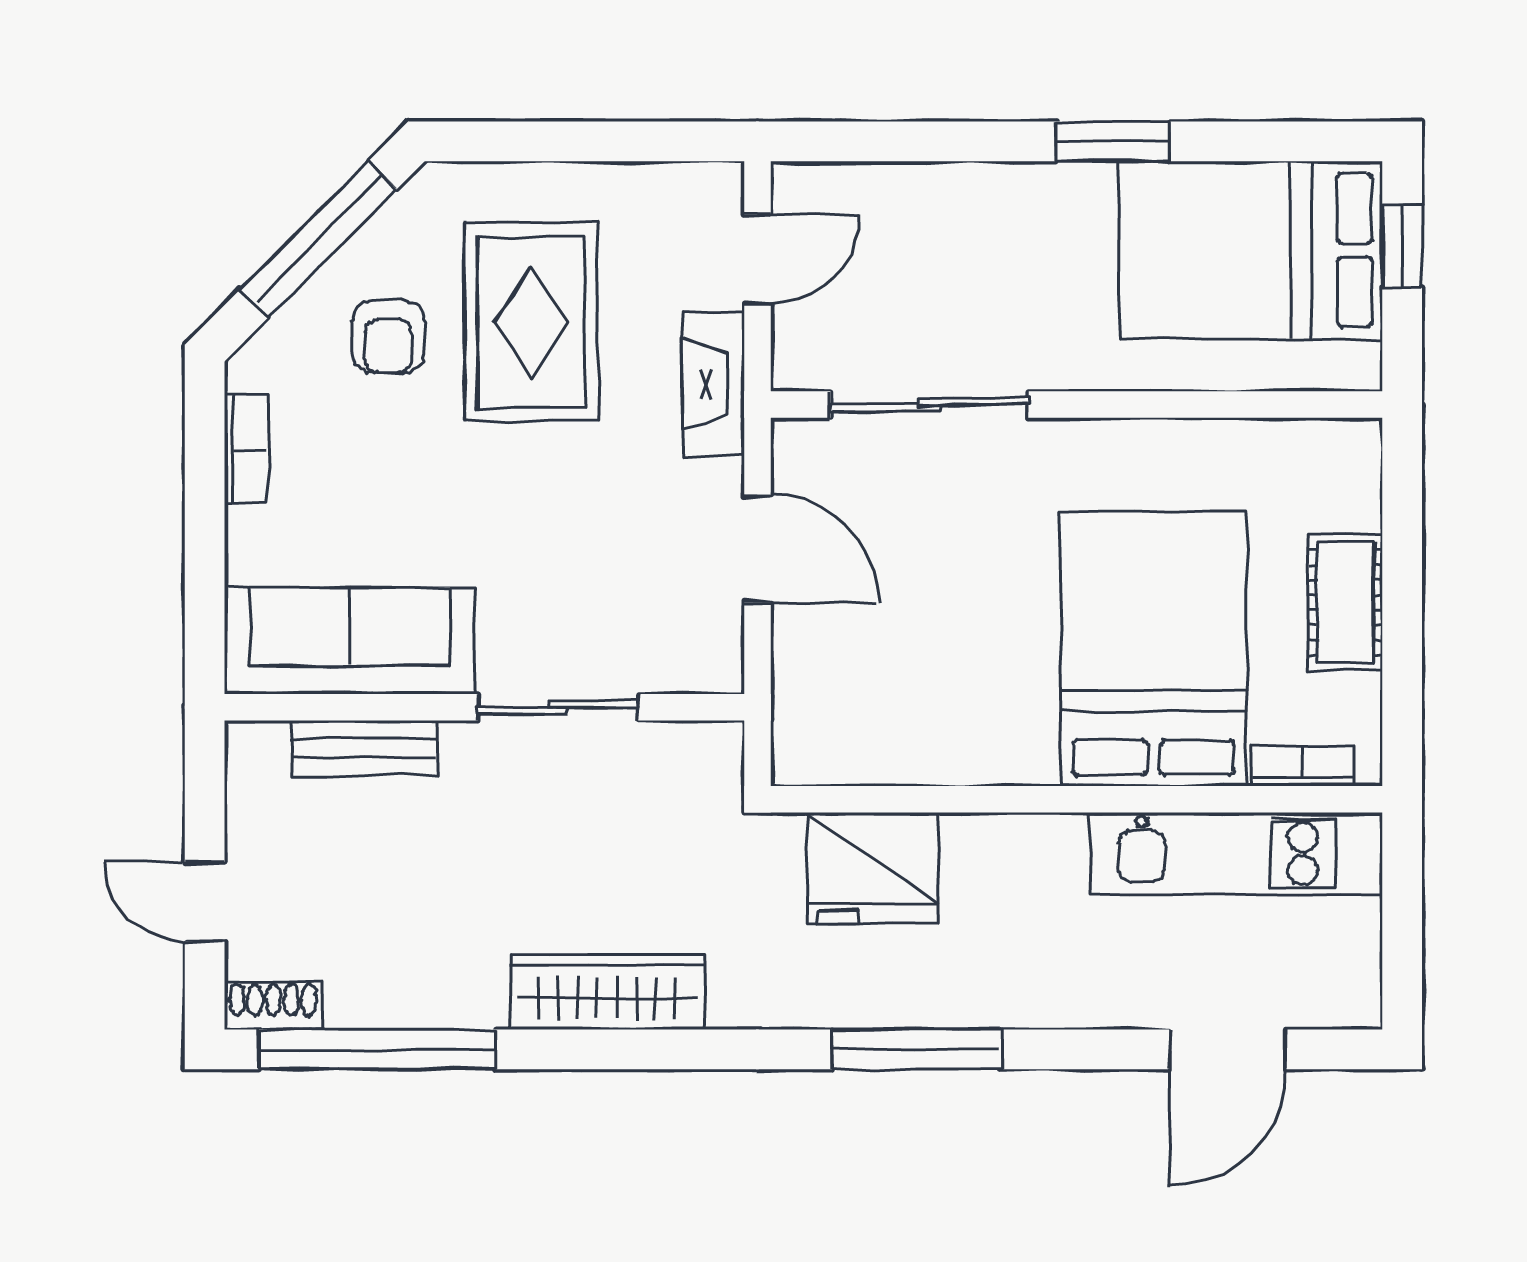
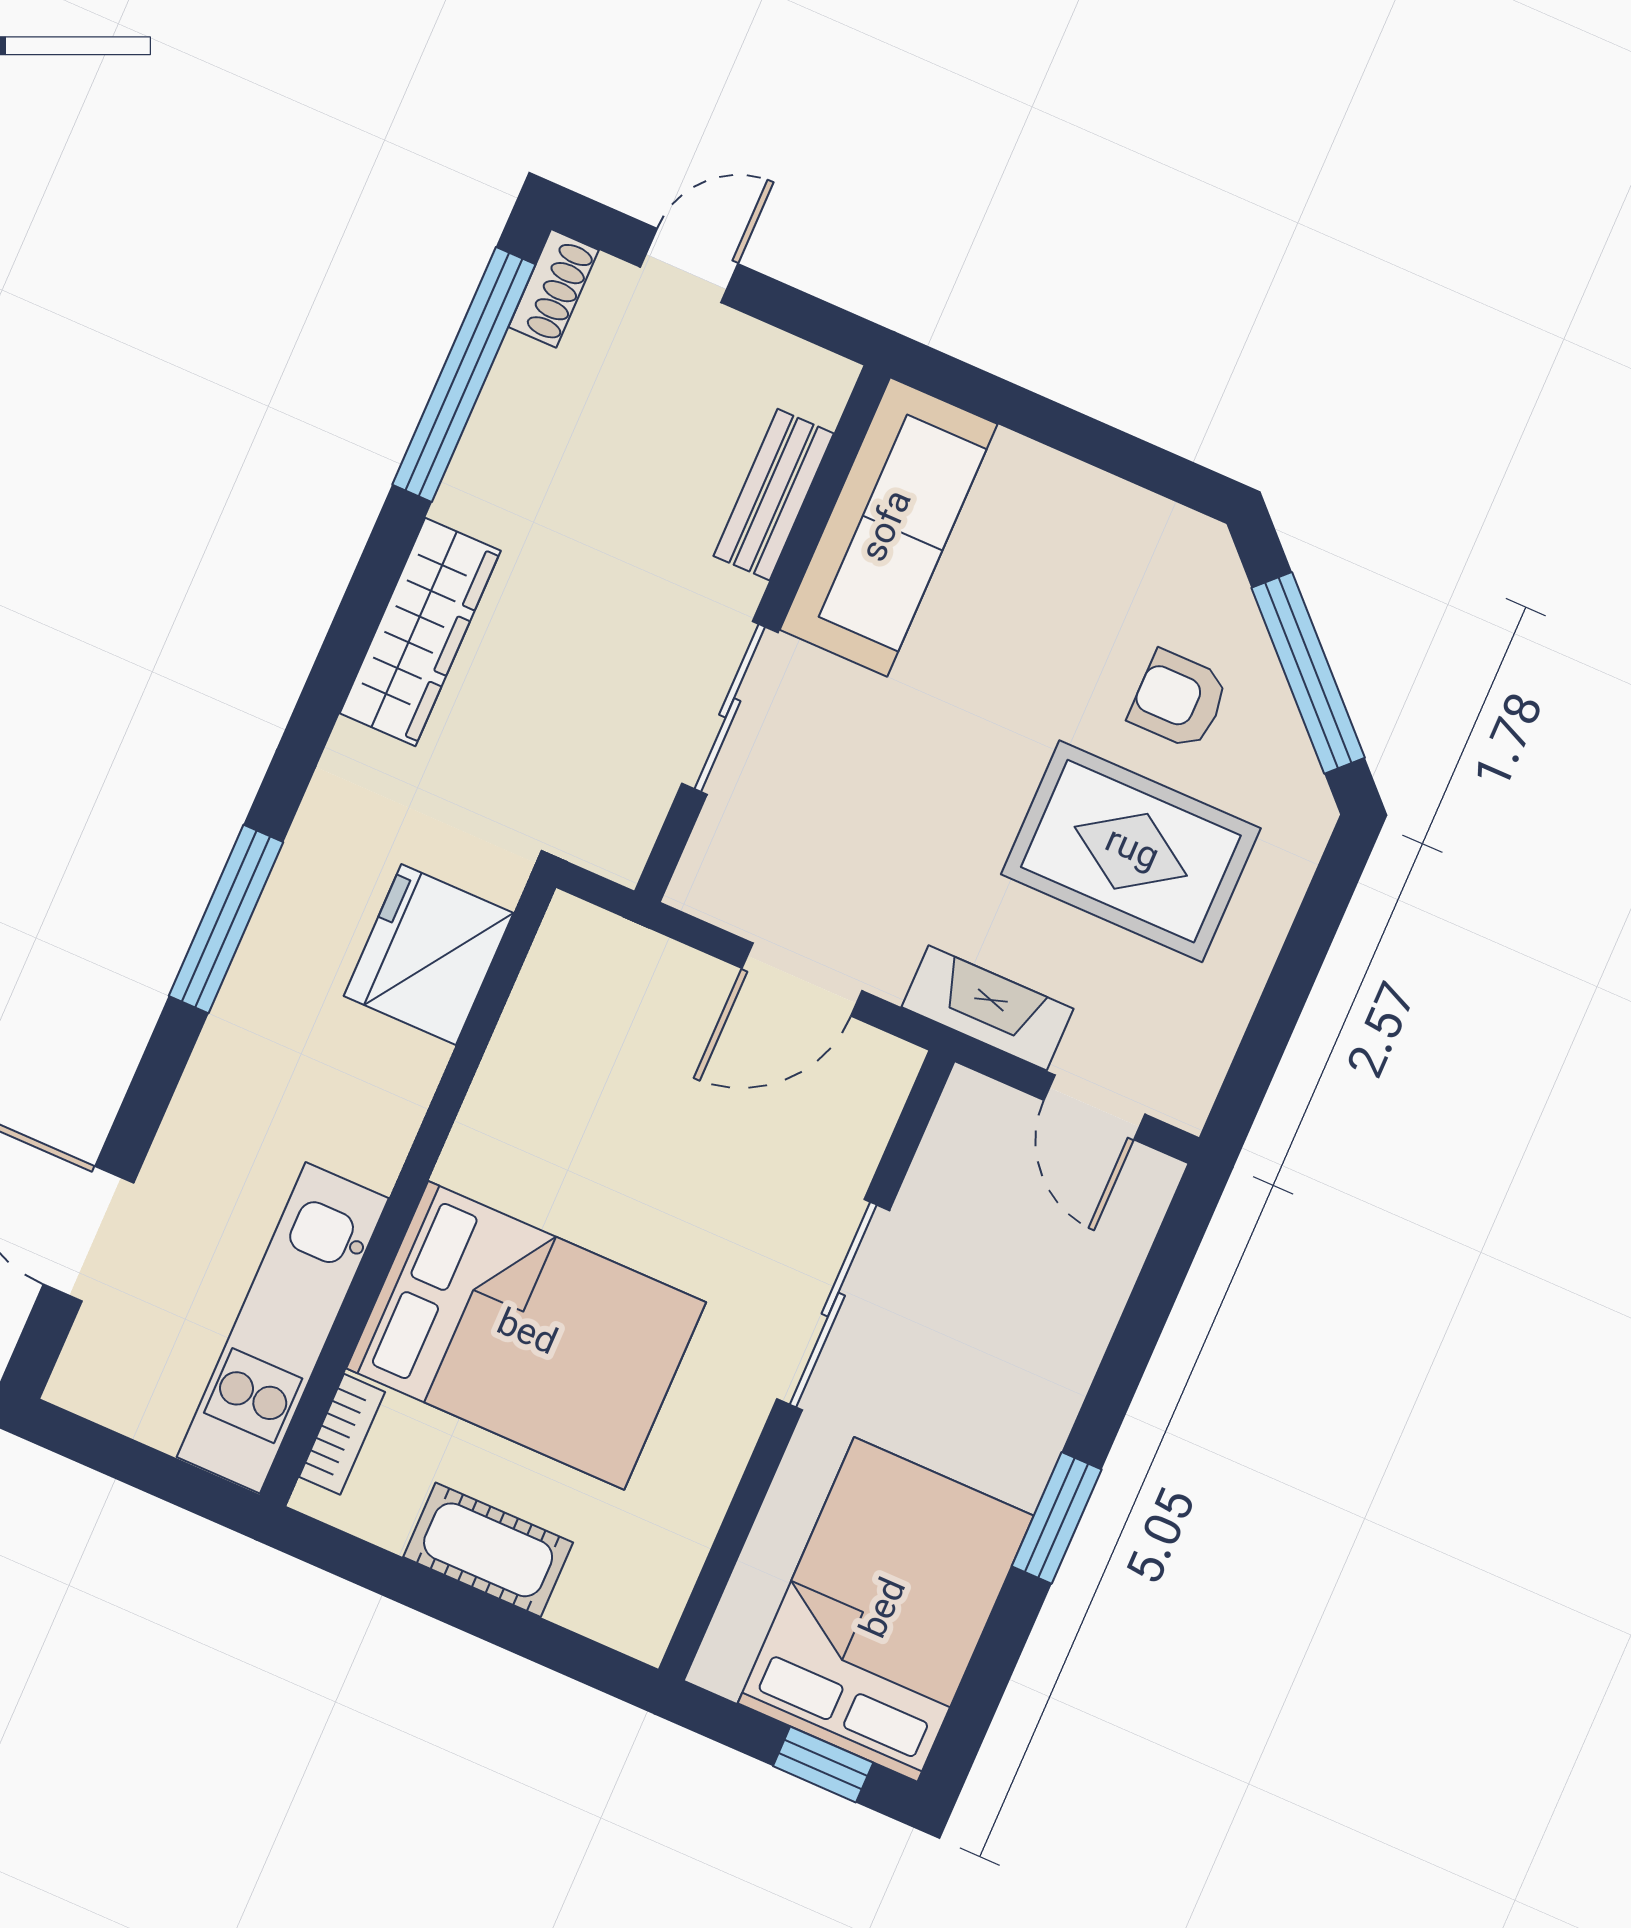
sliding door: (929, 405) -> (833, 1305), moved
bookcase: (246, 449) -> (1128, 507), removed

